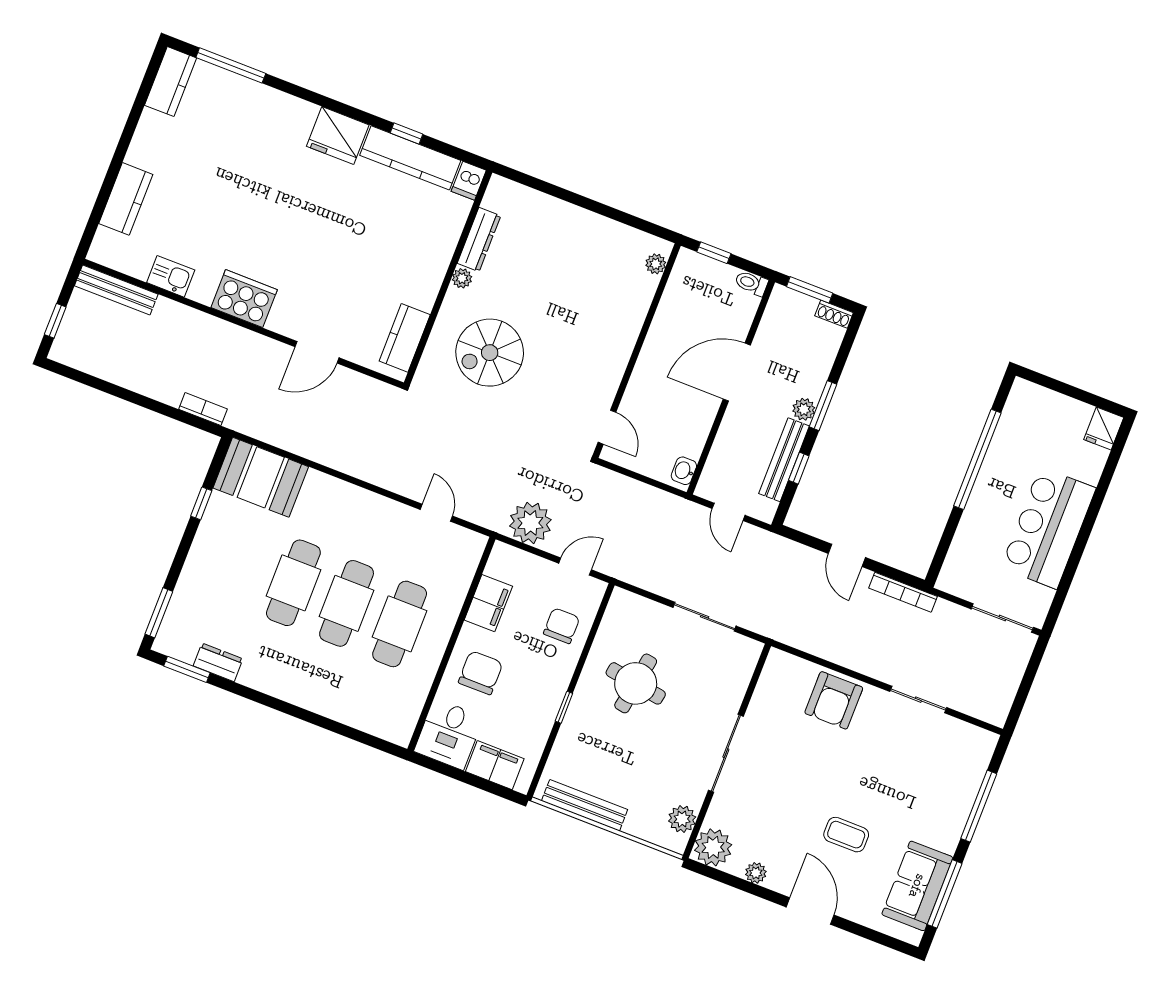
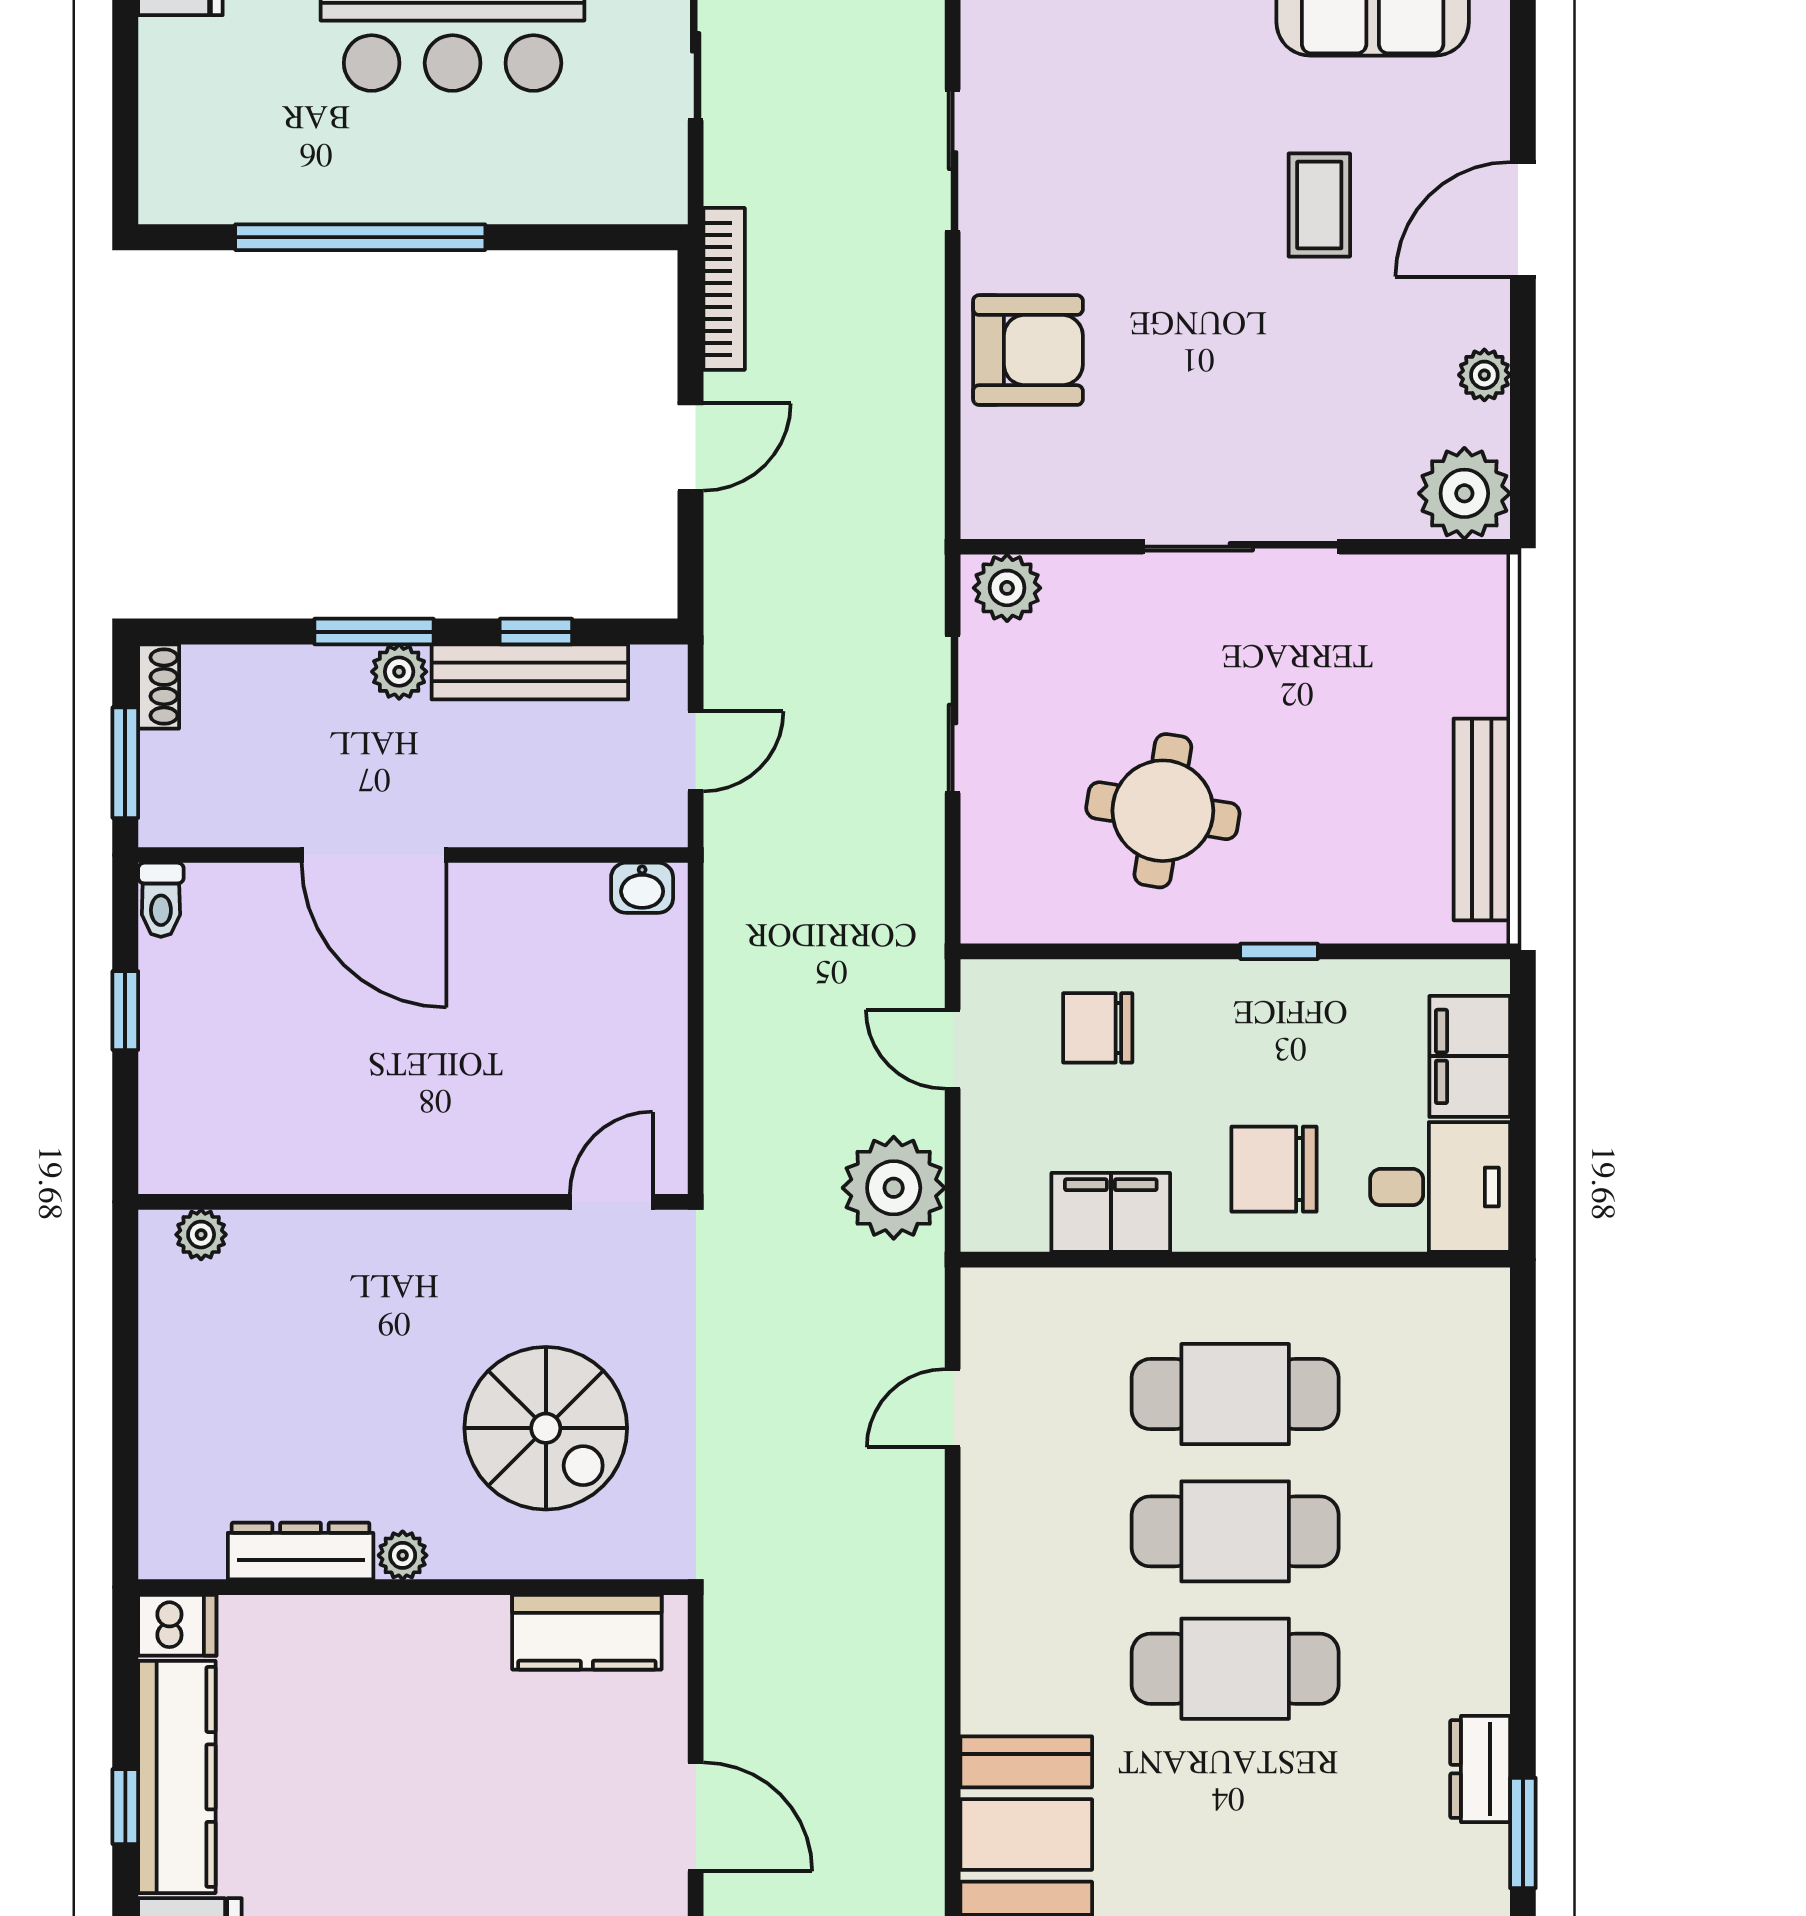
plant: (656, 264) -> (201, 1235), moved
wall: (637, 351) -> (413, 1202), moved
door: (607, 427) -> (611, 1202), moved
plant: (682, 819) -> (1007, 588), moved

